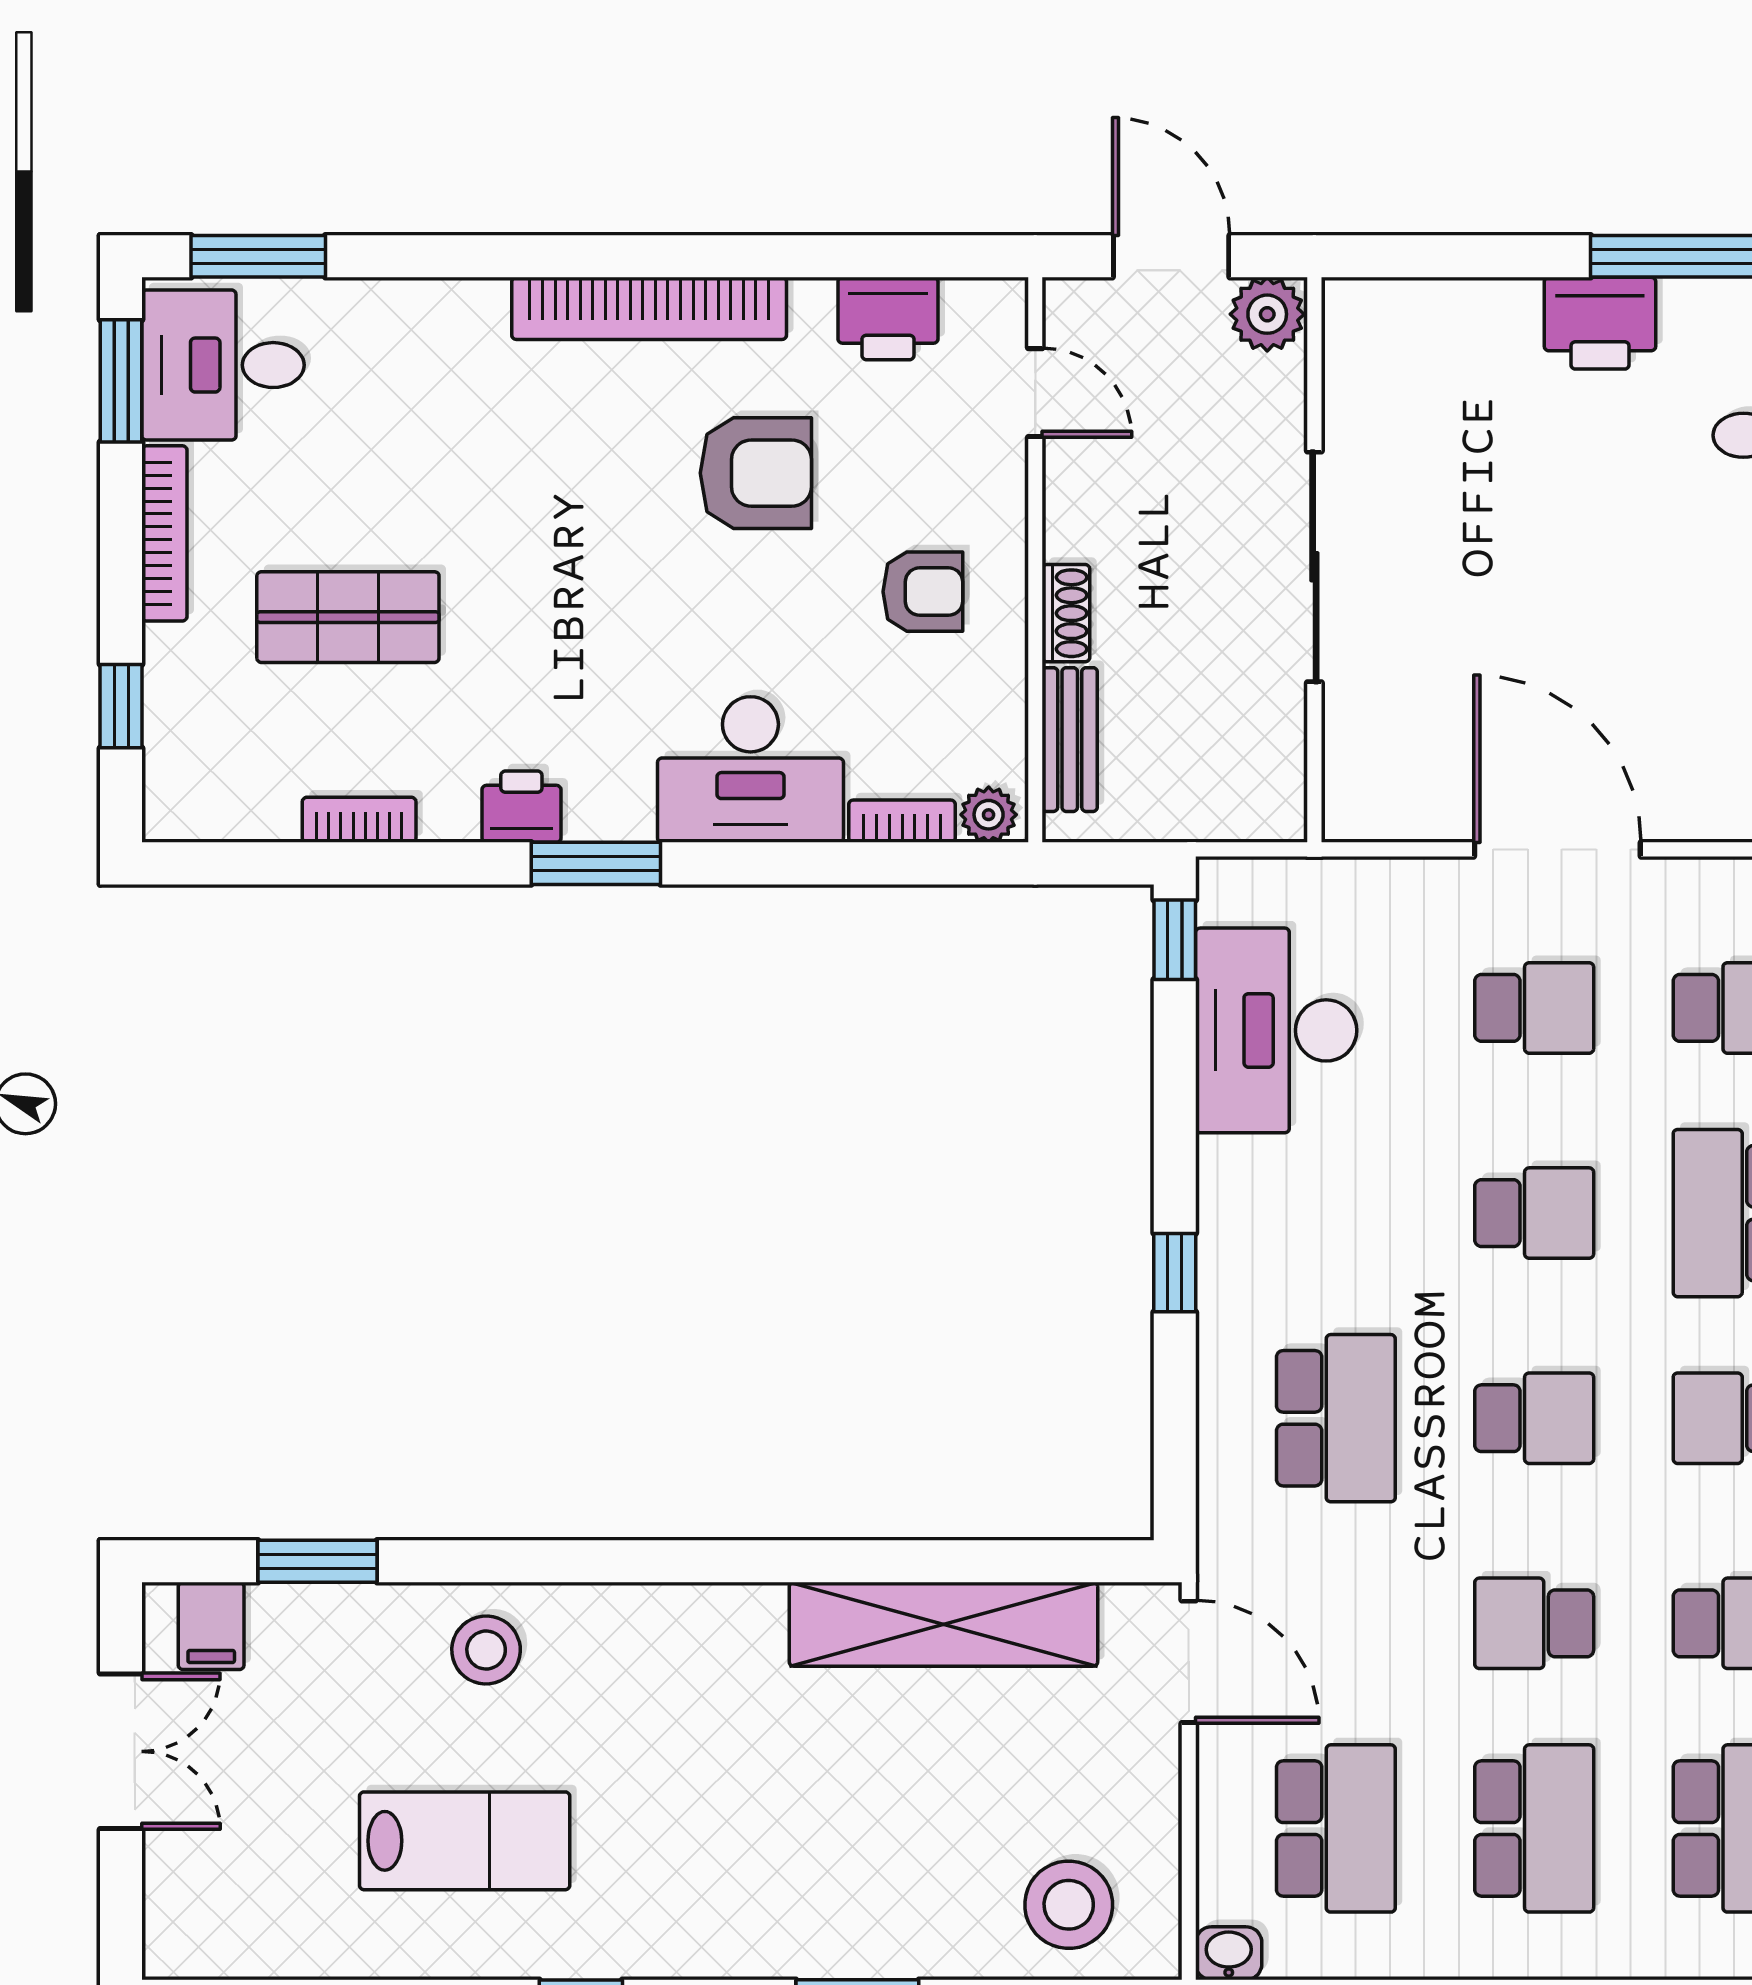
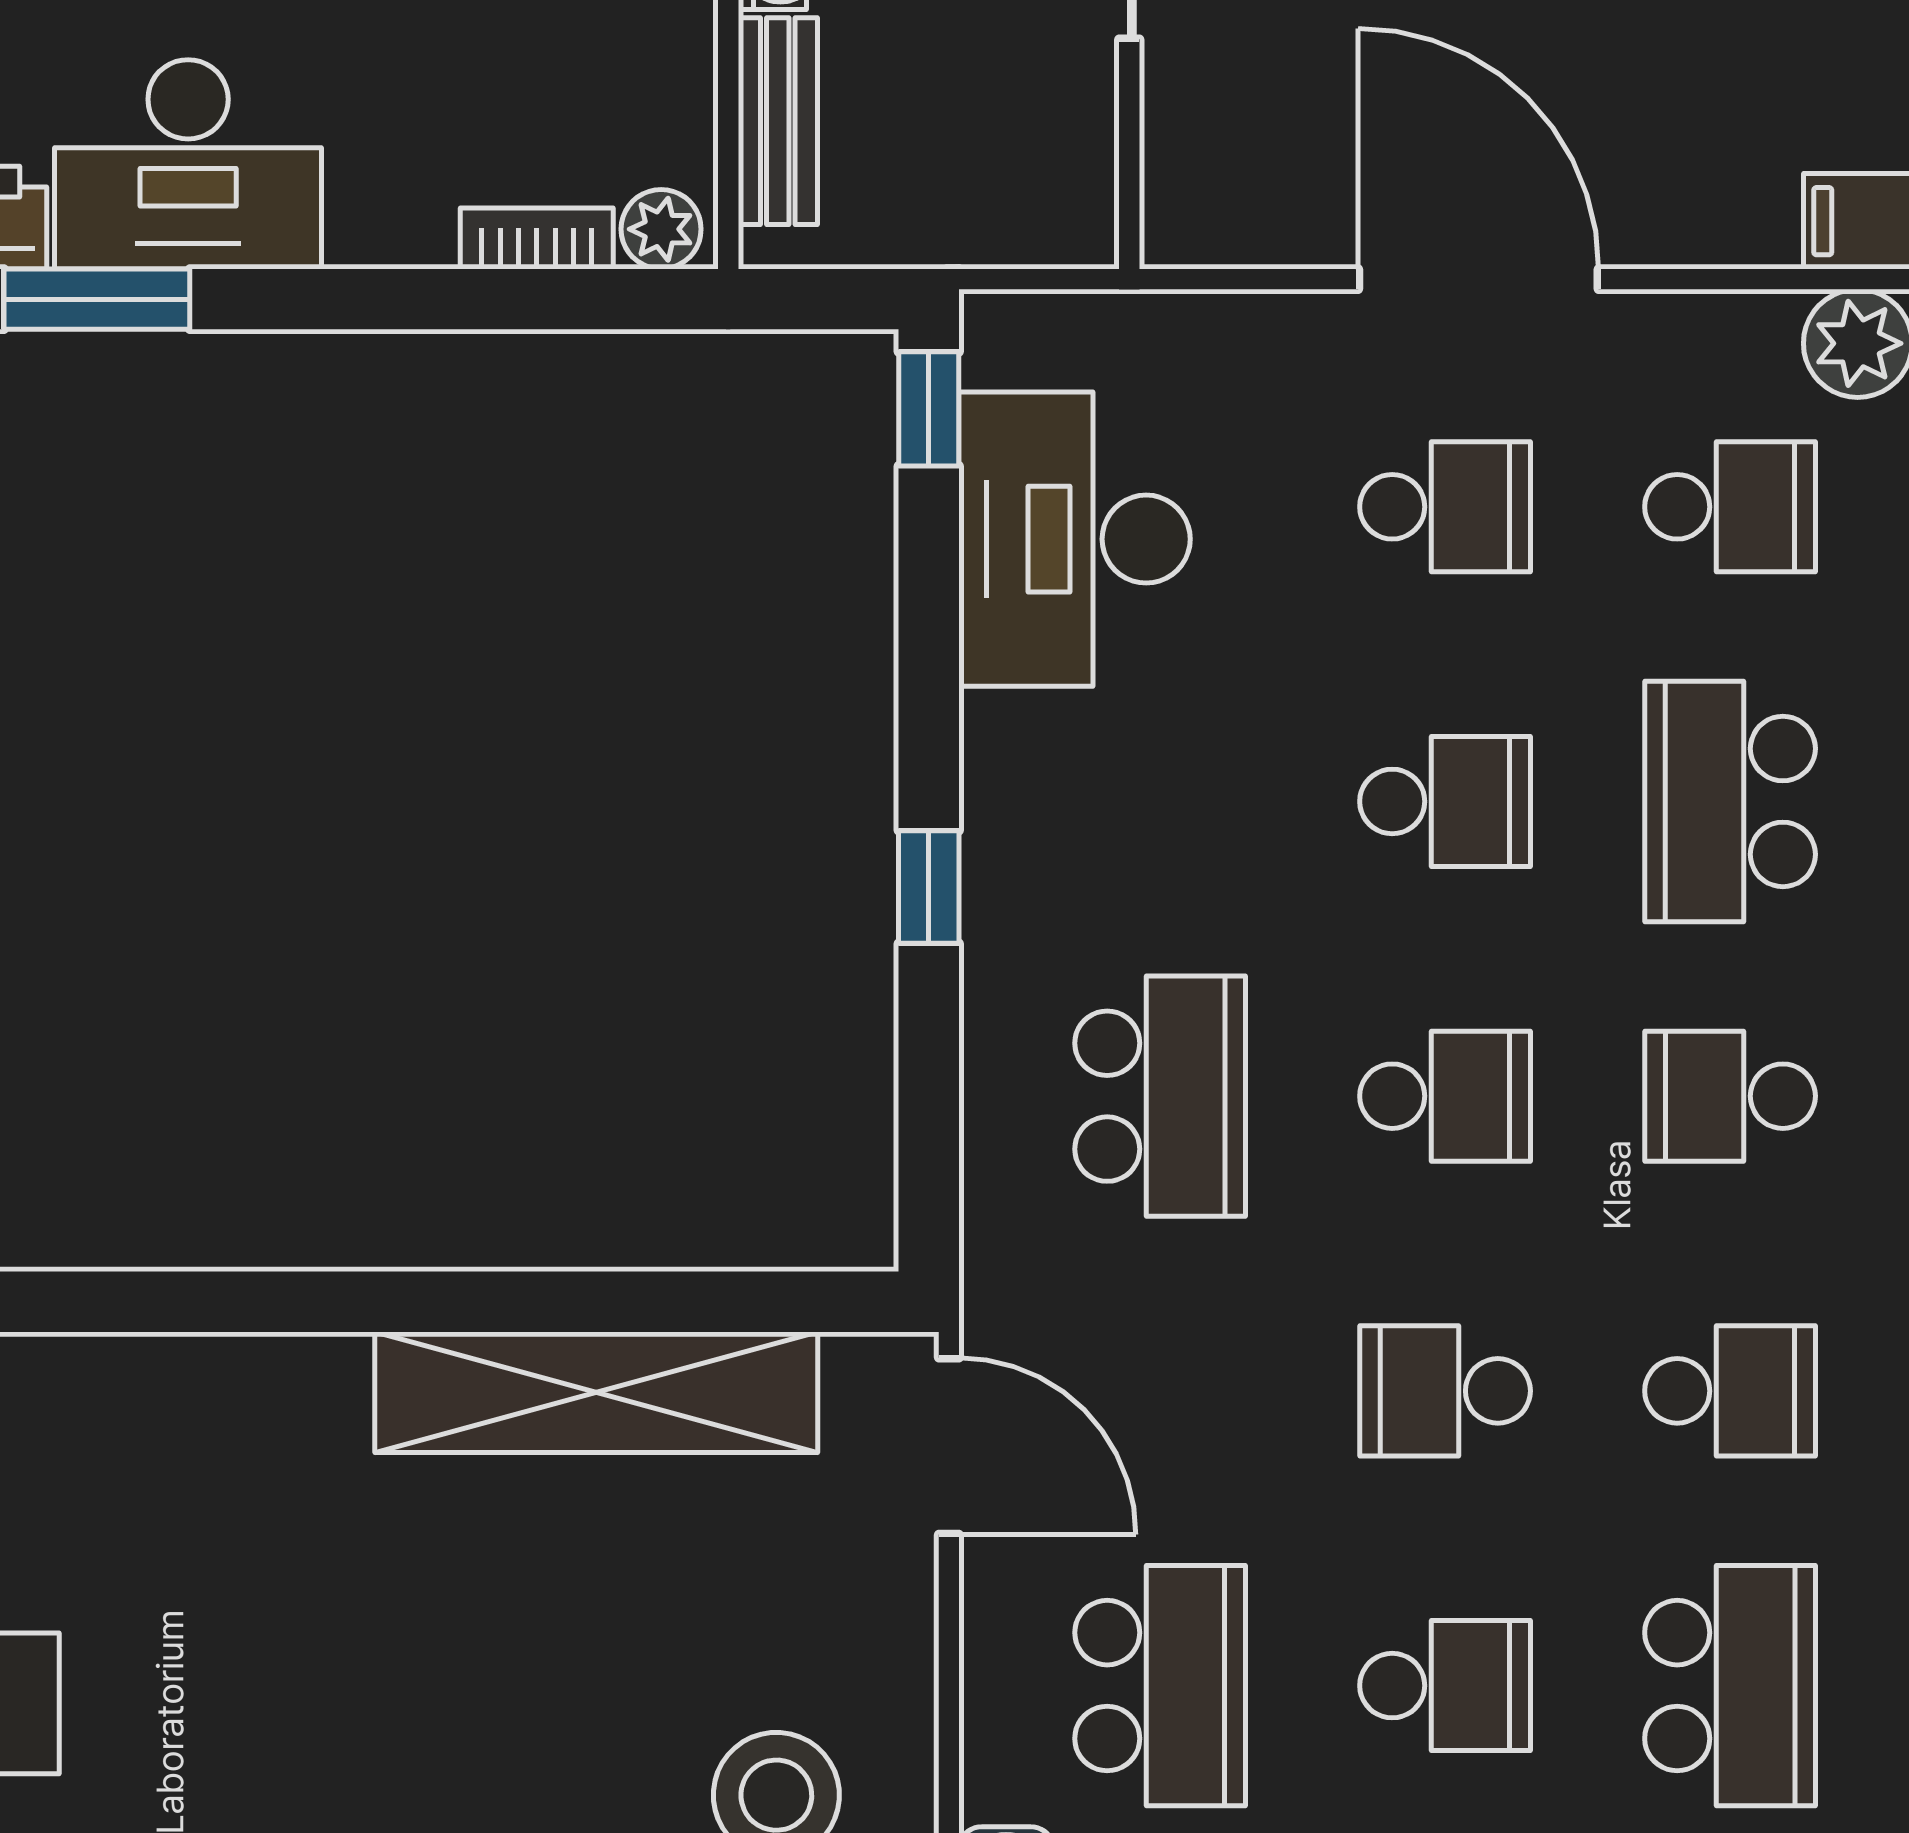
desk: (750, 770) -> (188, 164), moved
school desk: (1534, 1828) -> (1445, 1686), width x0.54

